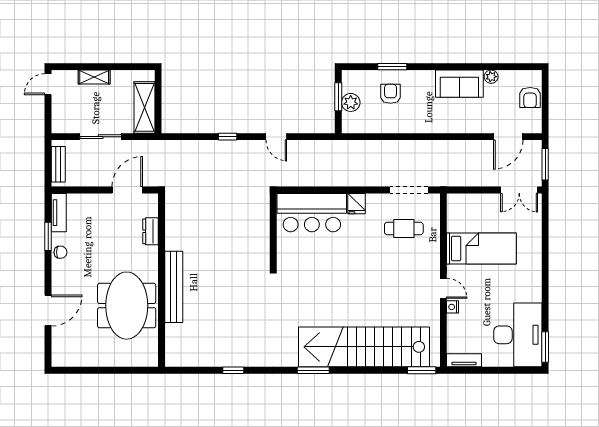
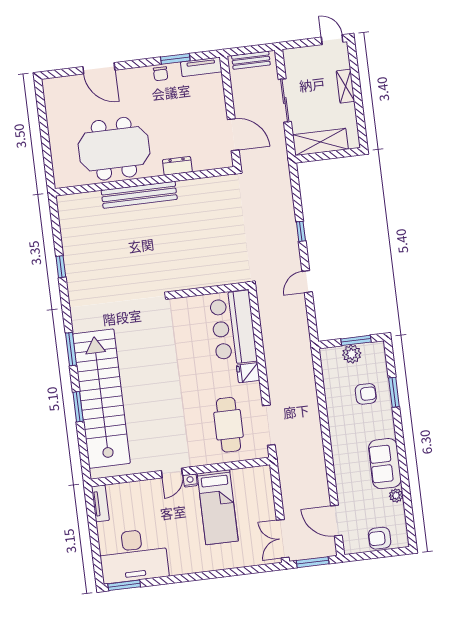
cafe table: (404, 229) -> (228, 425), width x1.37, depth x1.35
dresser: (150, 231) -> (177, 166), moved
nightstand: (453, 307) -> (190, 480), moved
window: (422, 370) -> (78, 407), moved

